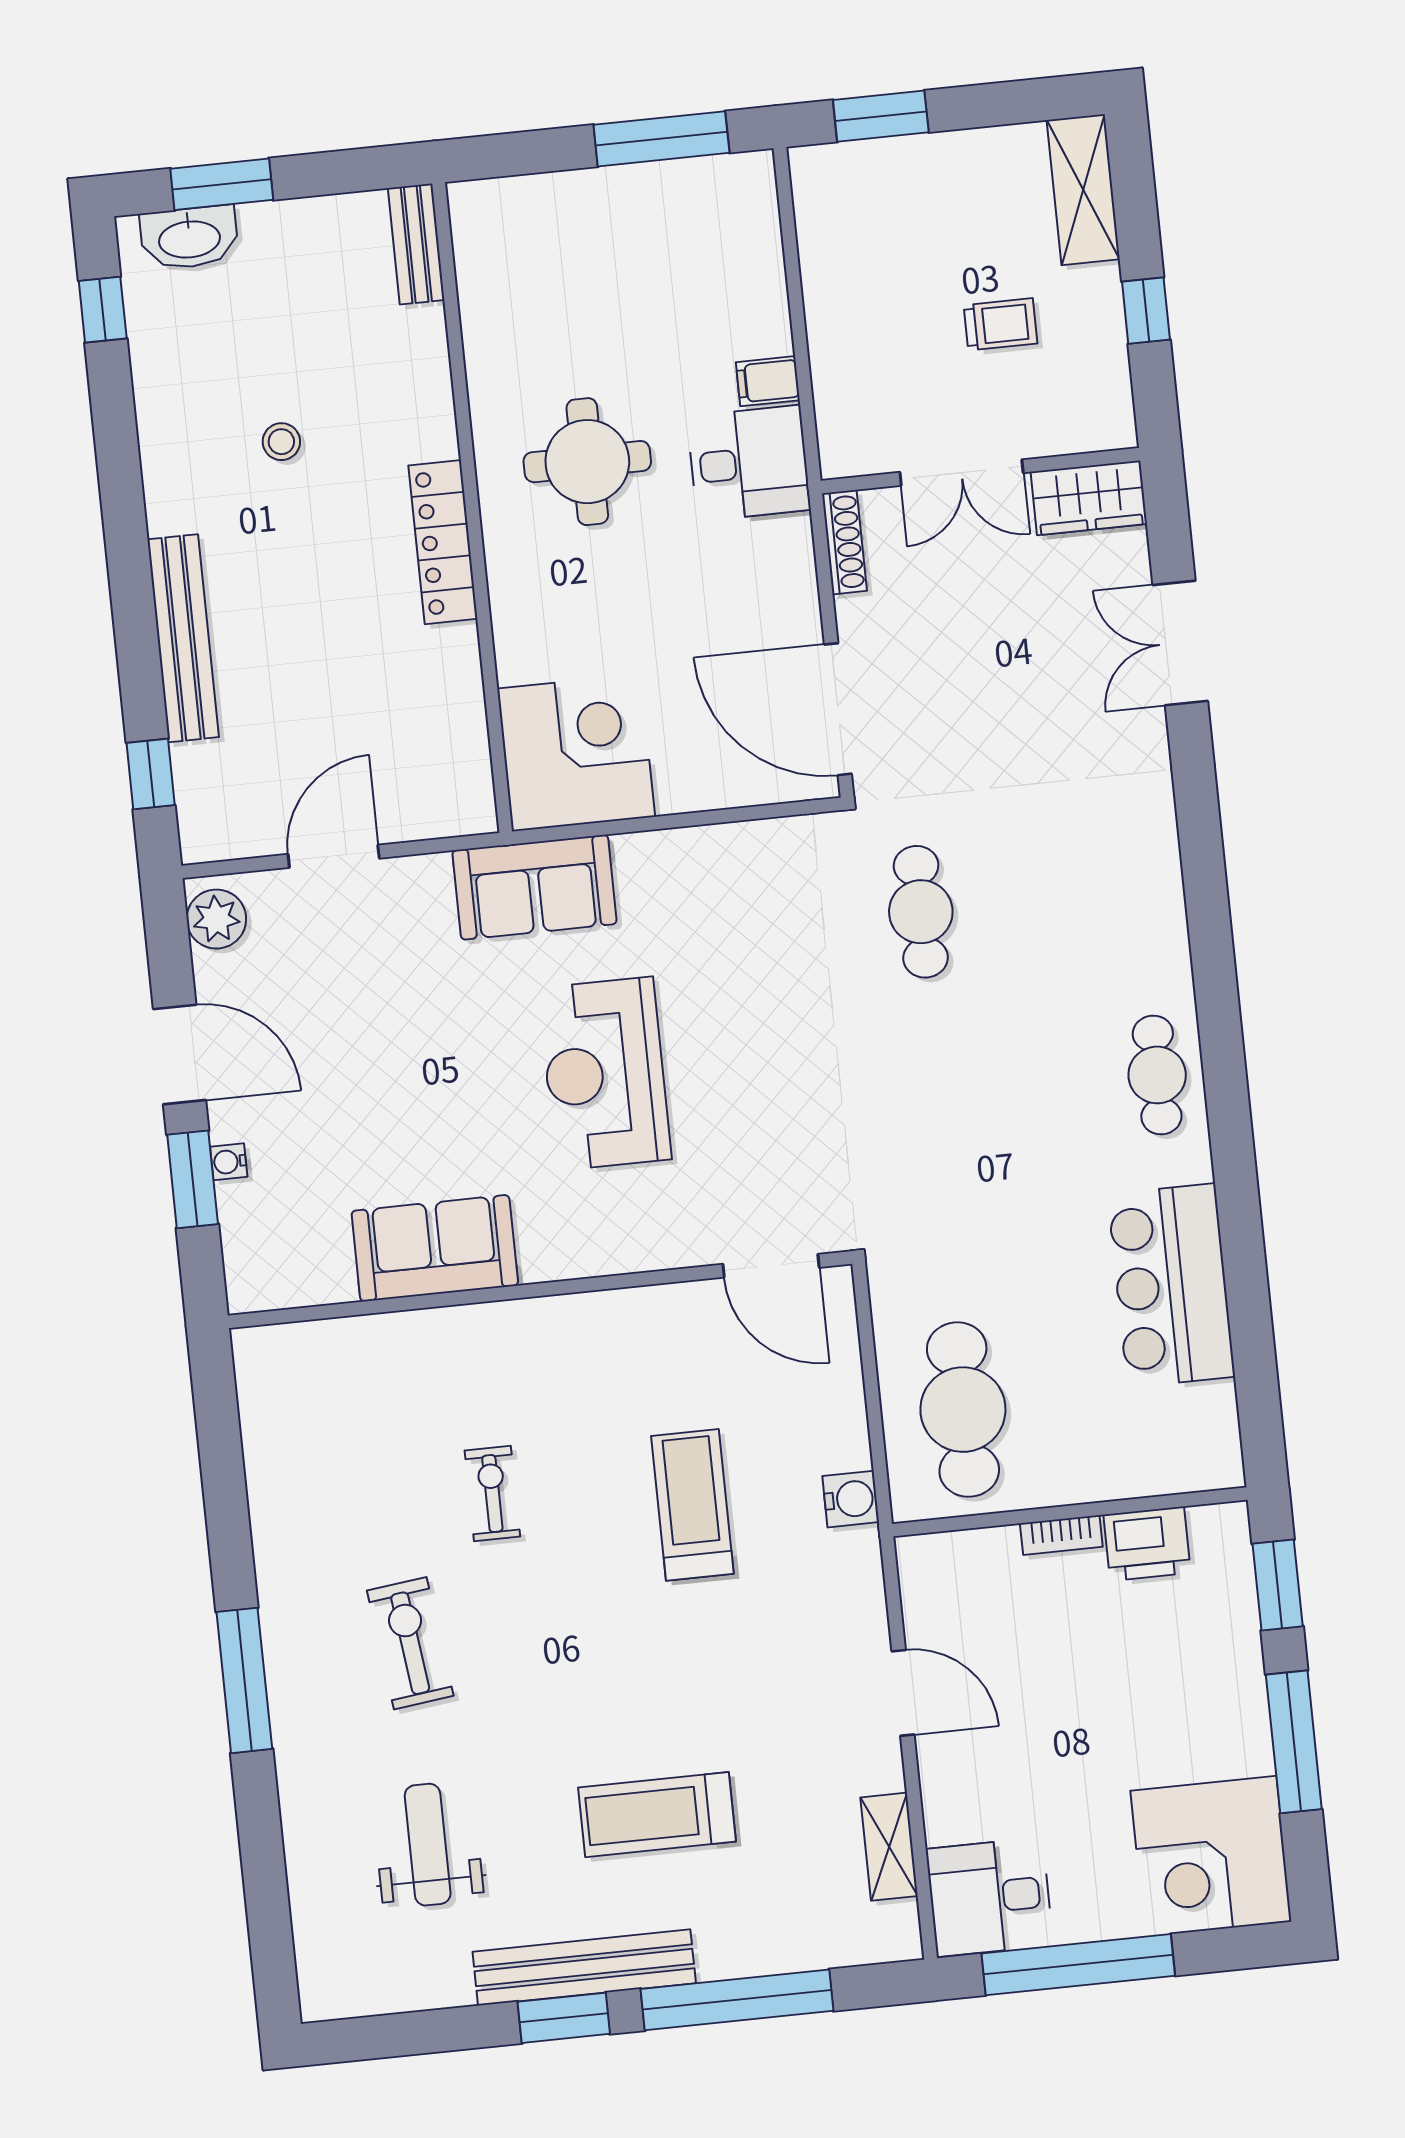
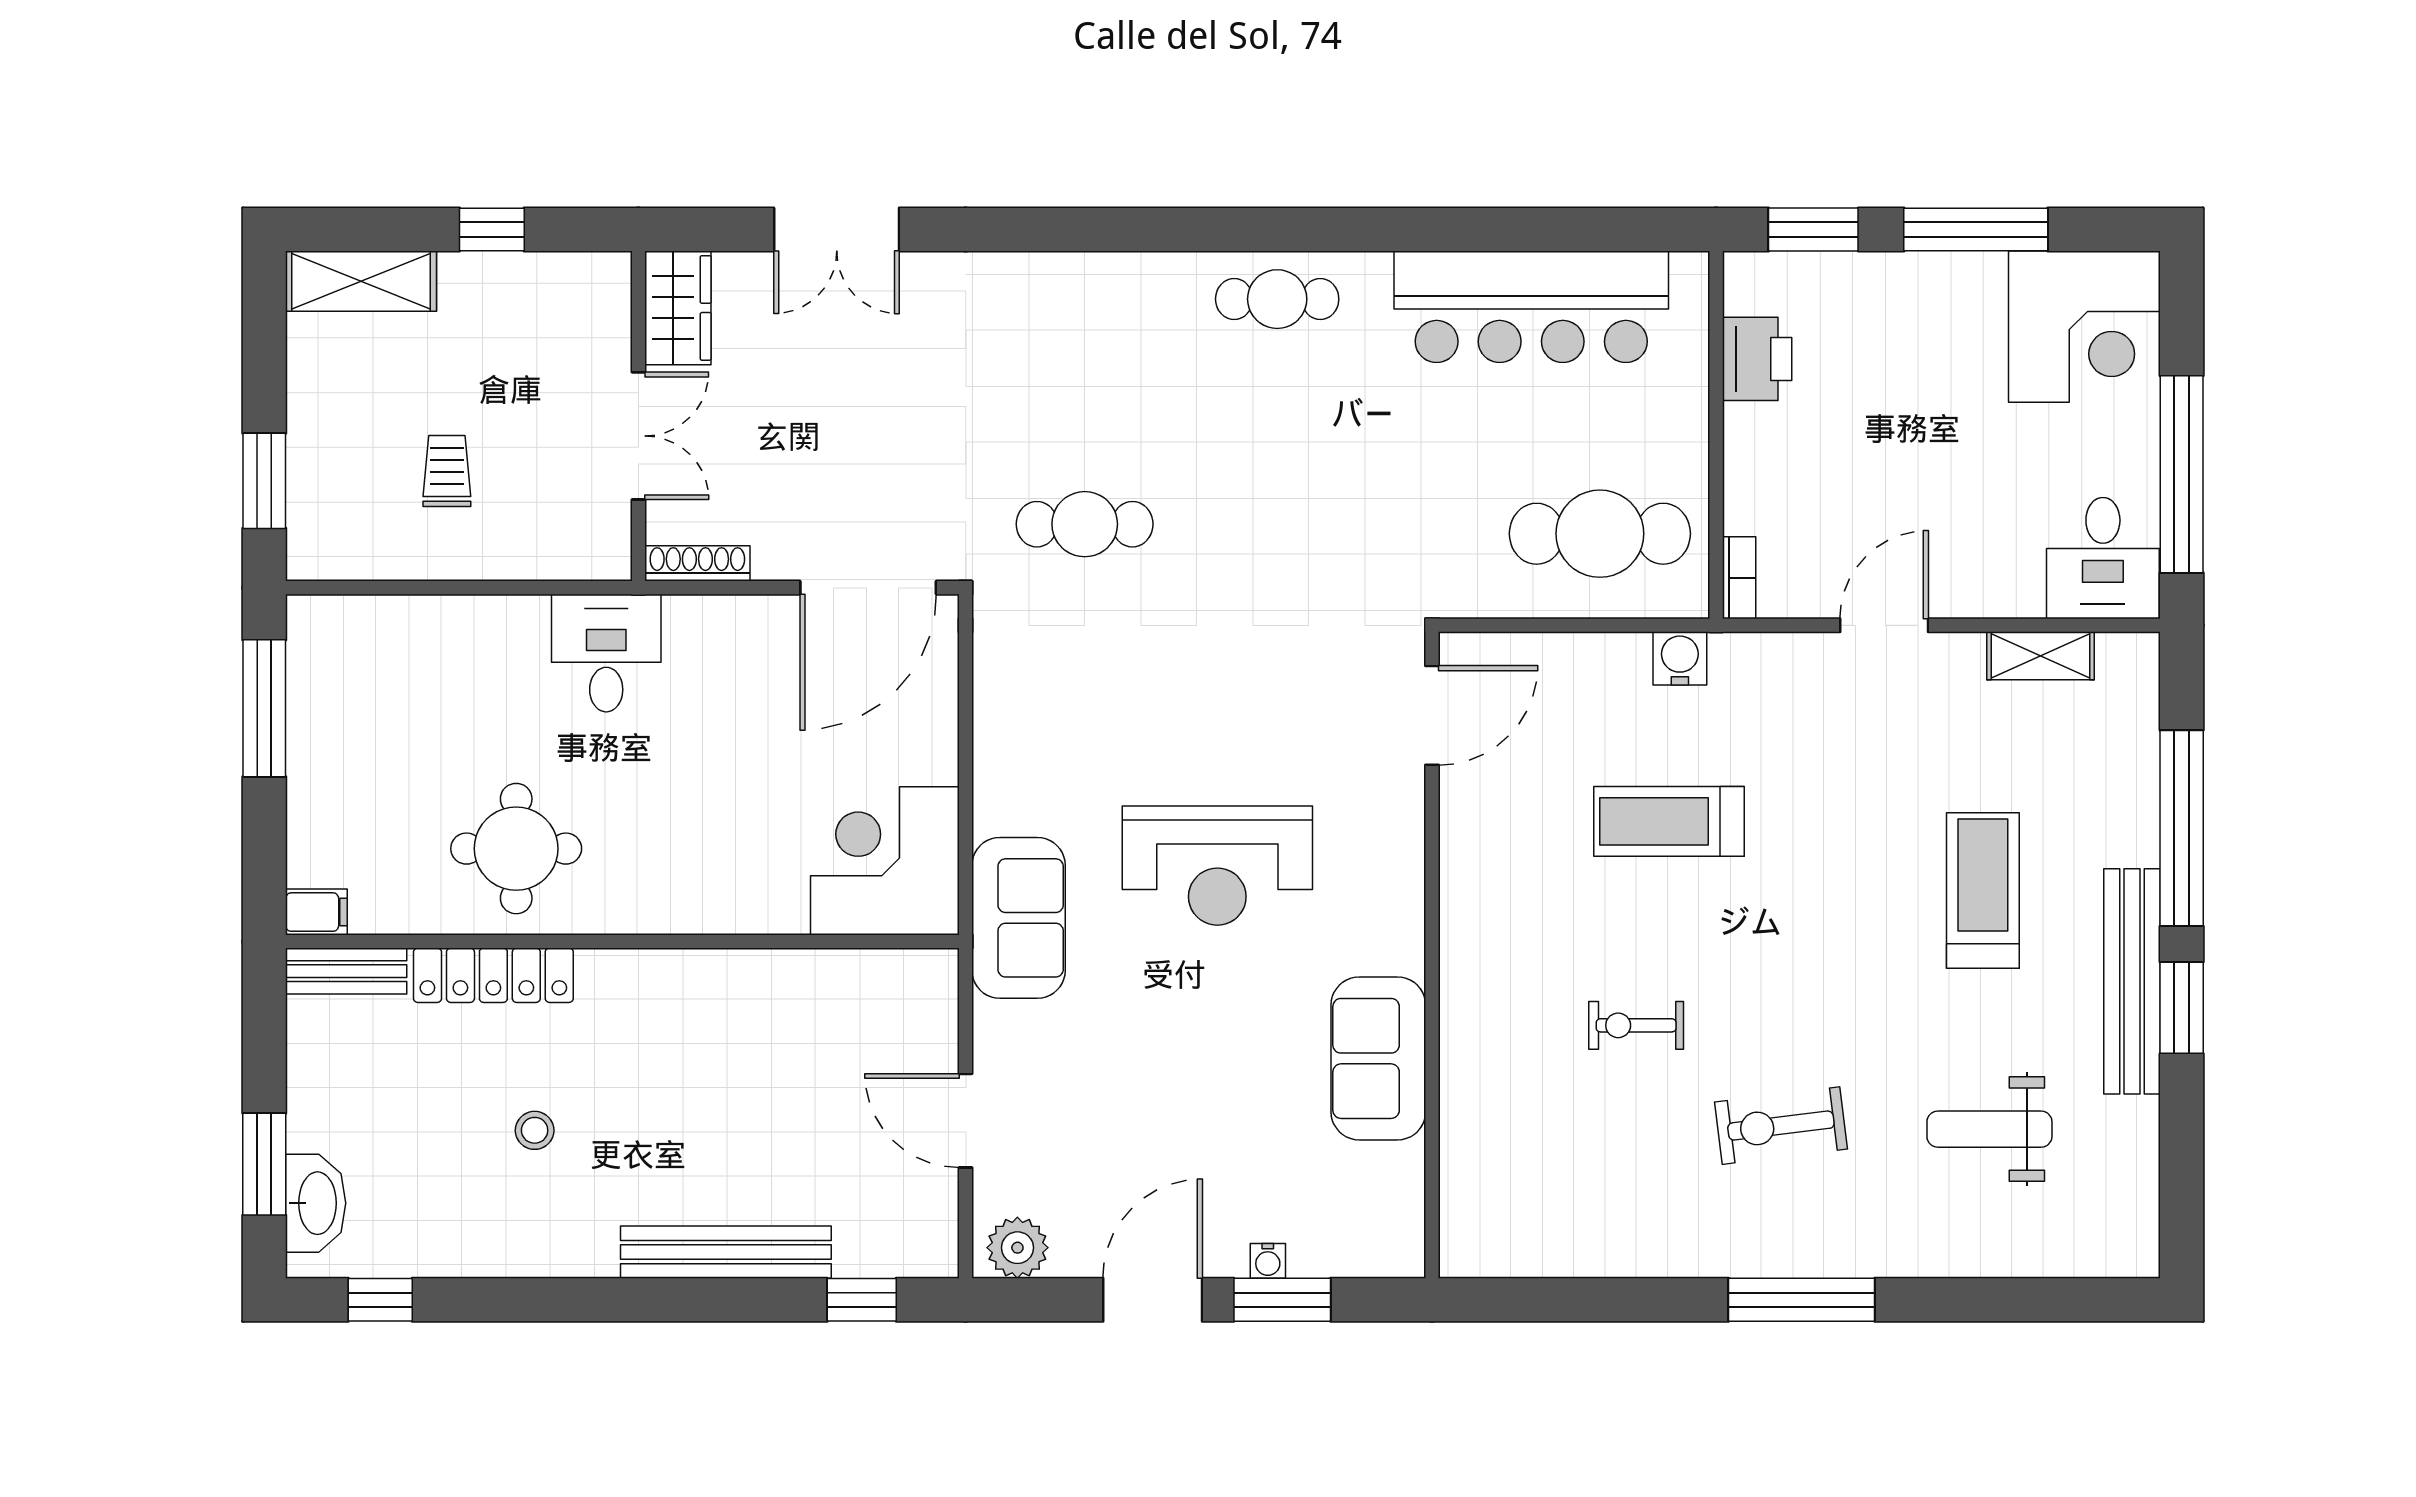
trolley: (1000, 324) -> (447, 471), moved
filing cabinet: (768, 381) -> (316, 912), moved, turned -90
round table: (587, 462) -> (516, 849), moved
locker: (443, 542) -> (493, 975), moved
bar counter: (1171, 1285) -> (1531, 307), width x1.36
bookcase: (1061, 1535) -> (1739, 578), moved
treadmill: (657, 1815) -> (1983, 891), turned 180

